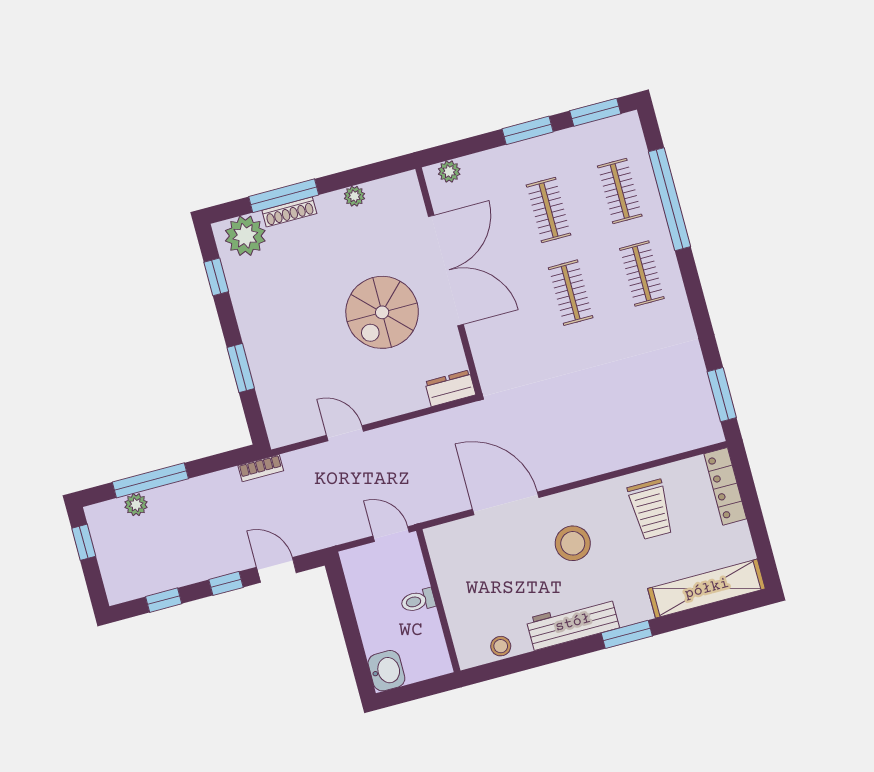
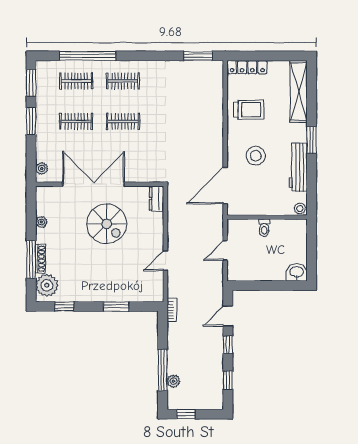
toilet: (418, 601) -> (264, 228), moved
wall: (438, 601) -> (267, 217), moved

